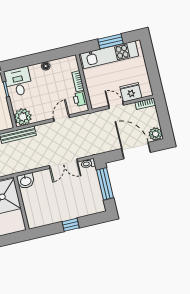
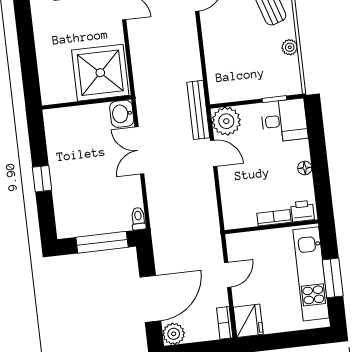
fridge: (131, 92) -> (248, 321), moved
printer: (80, 99) -> (302, 211), moved
door: (62, 118) -> (214, 153), moved
double door: (63, 164) -> (139, 150), moved

